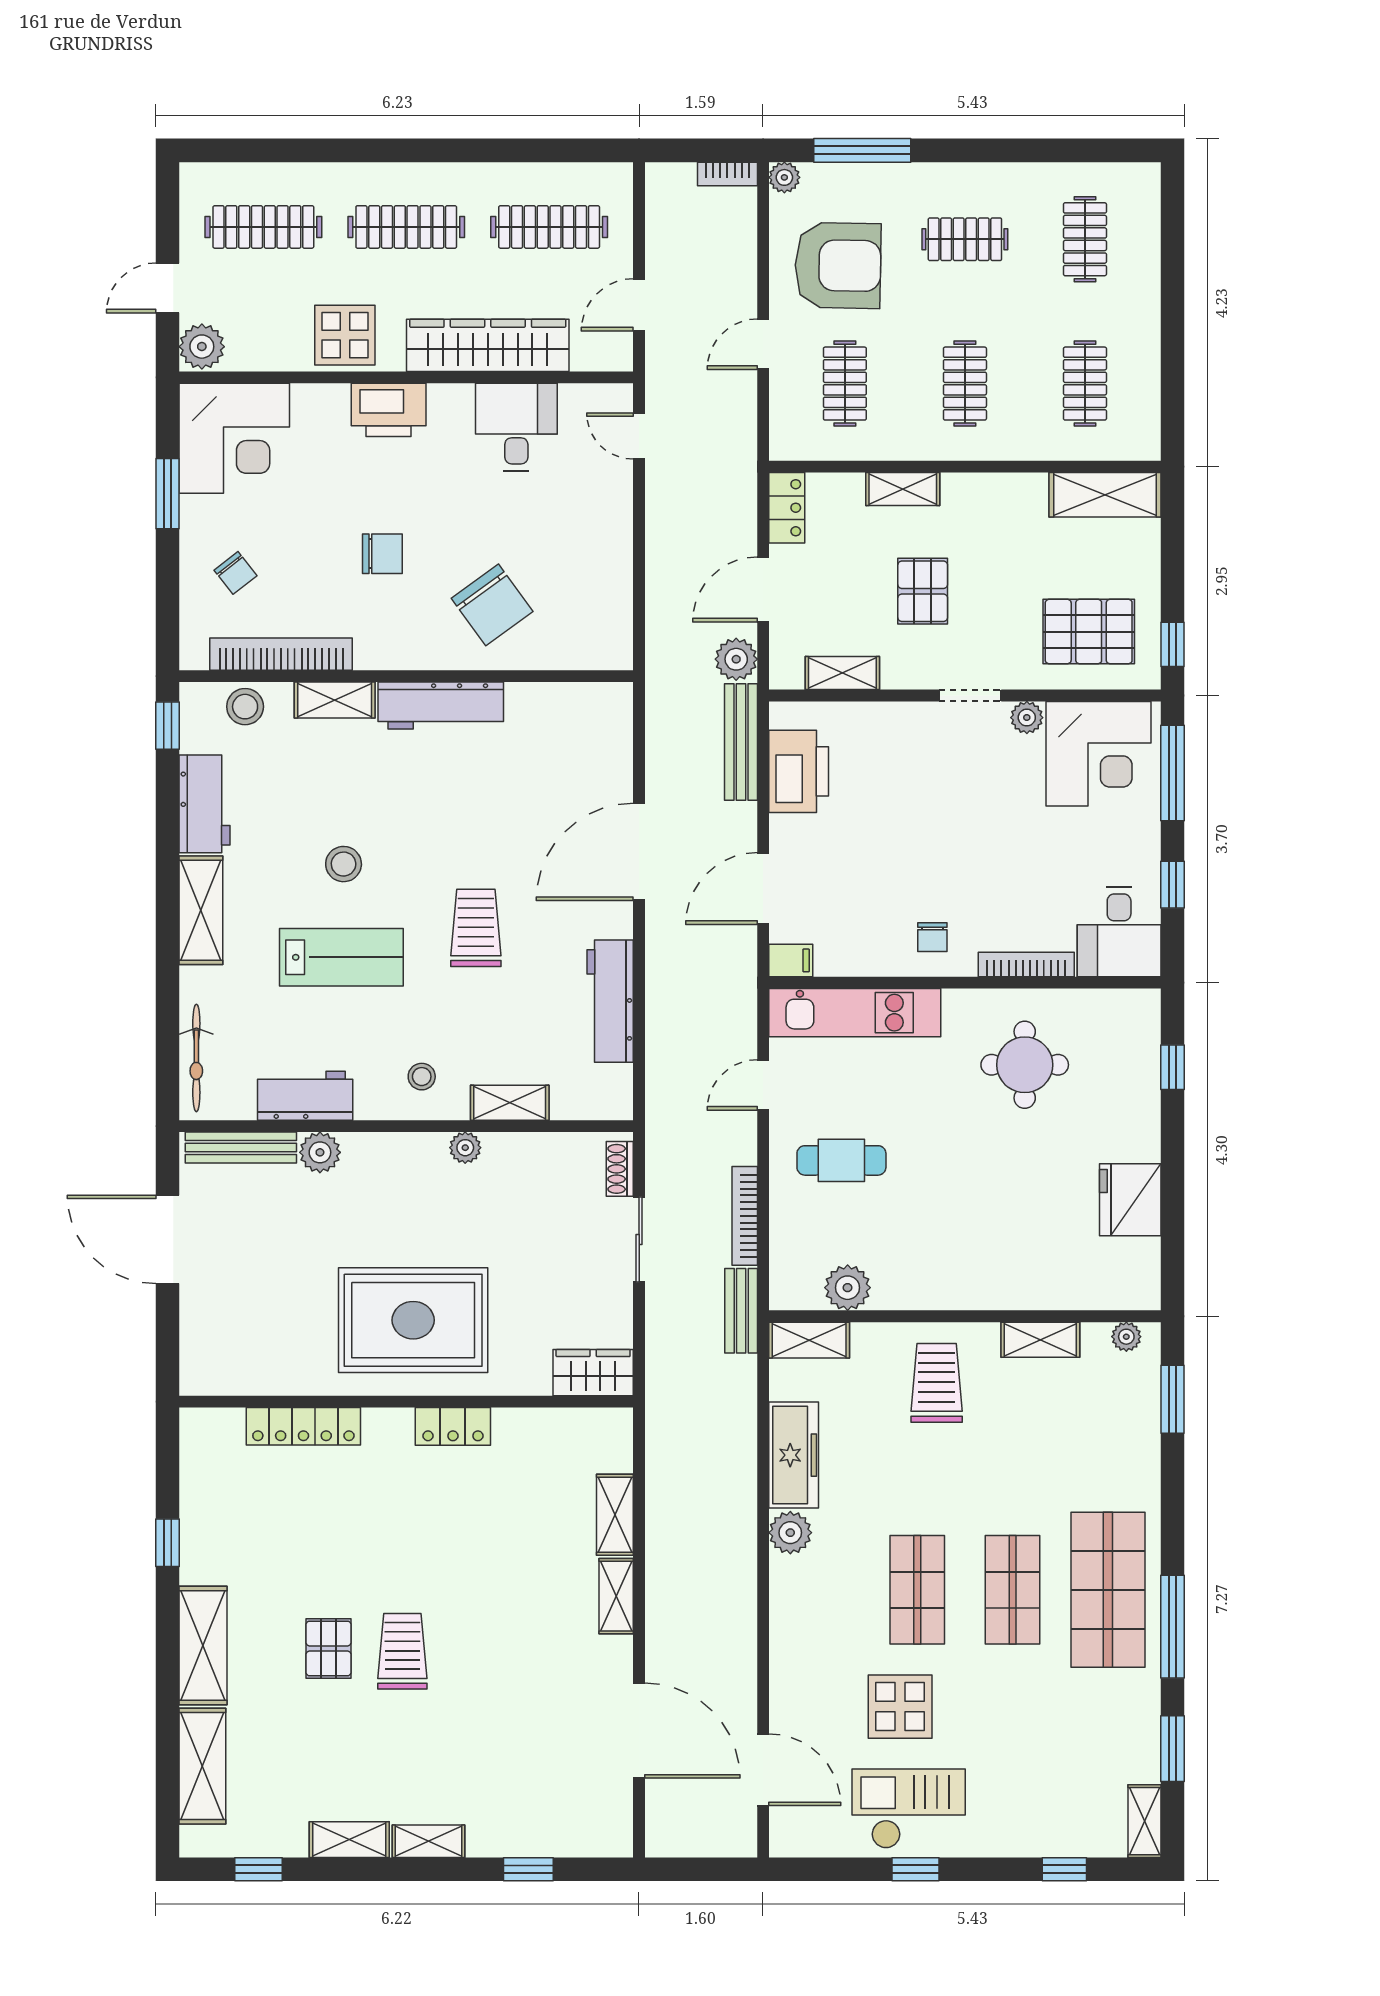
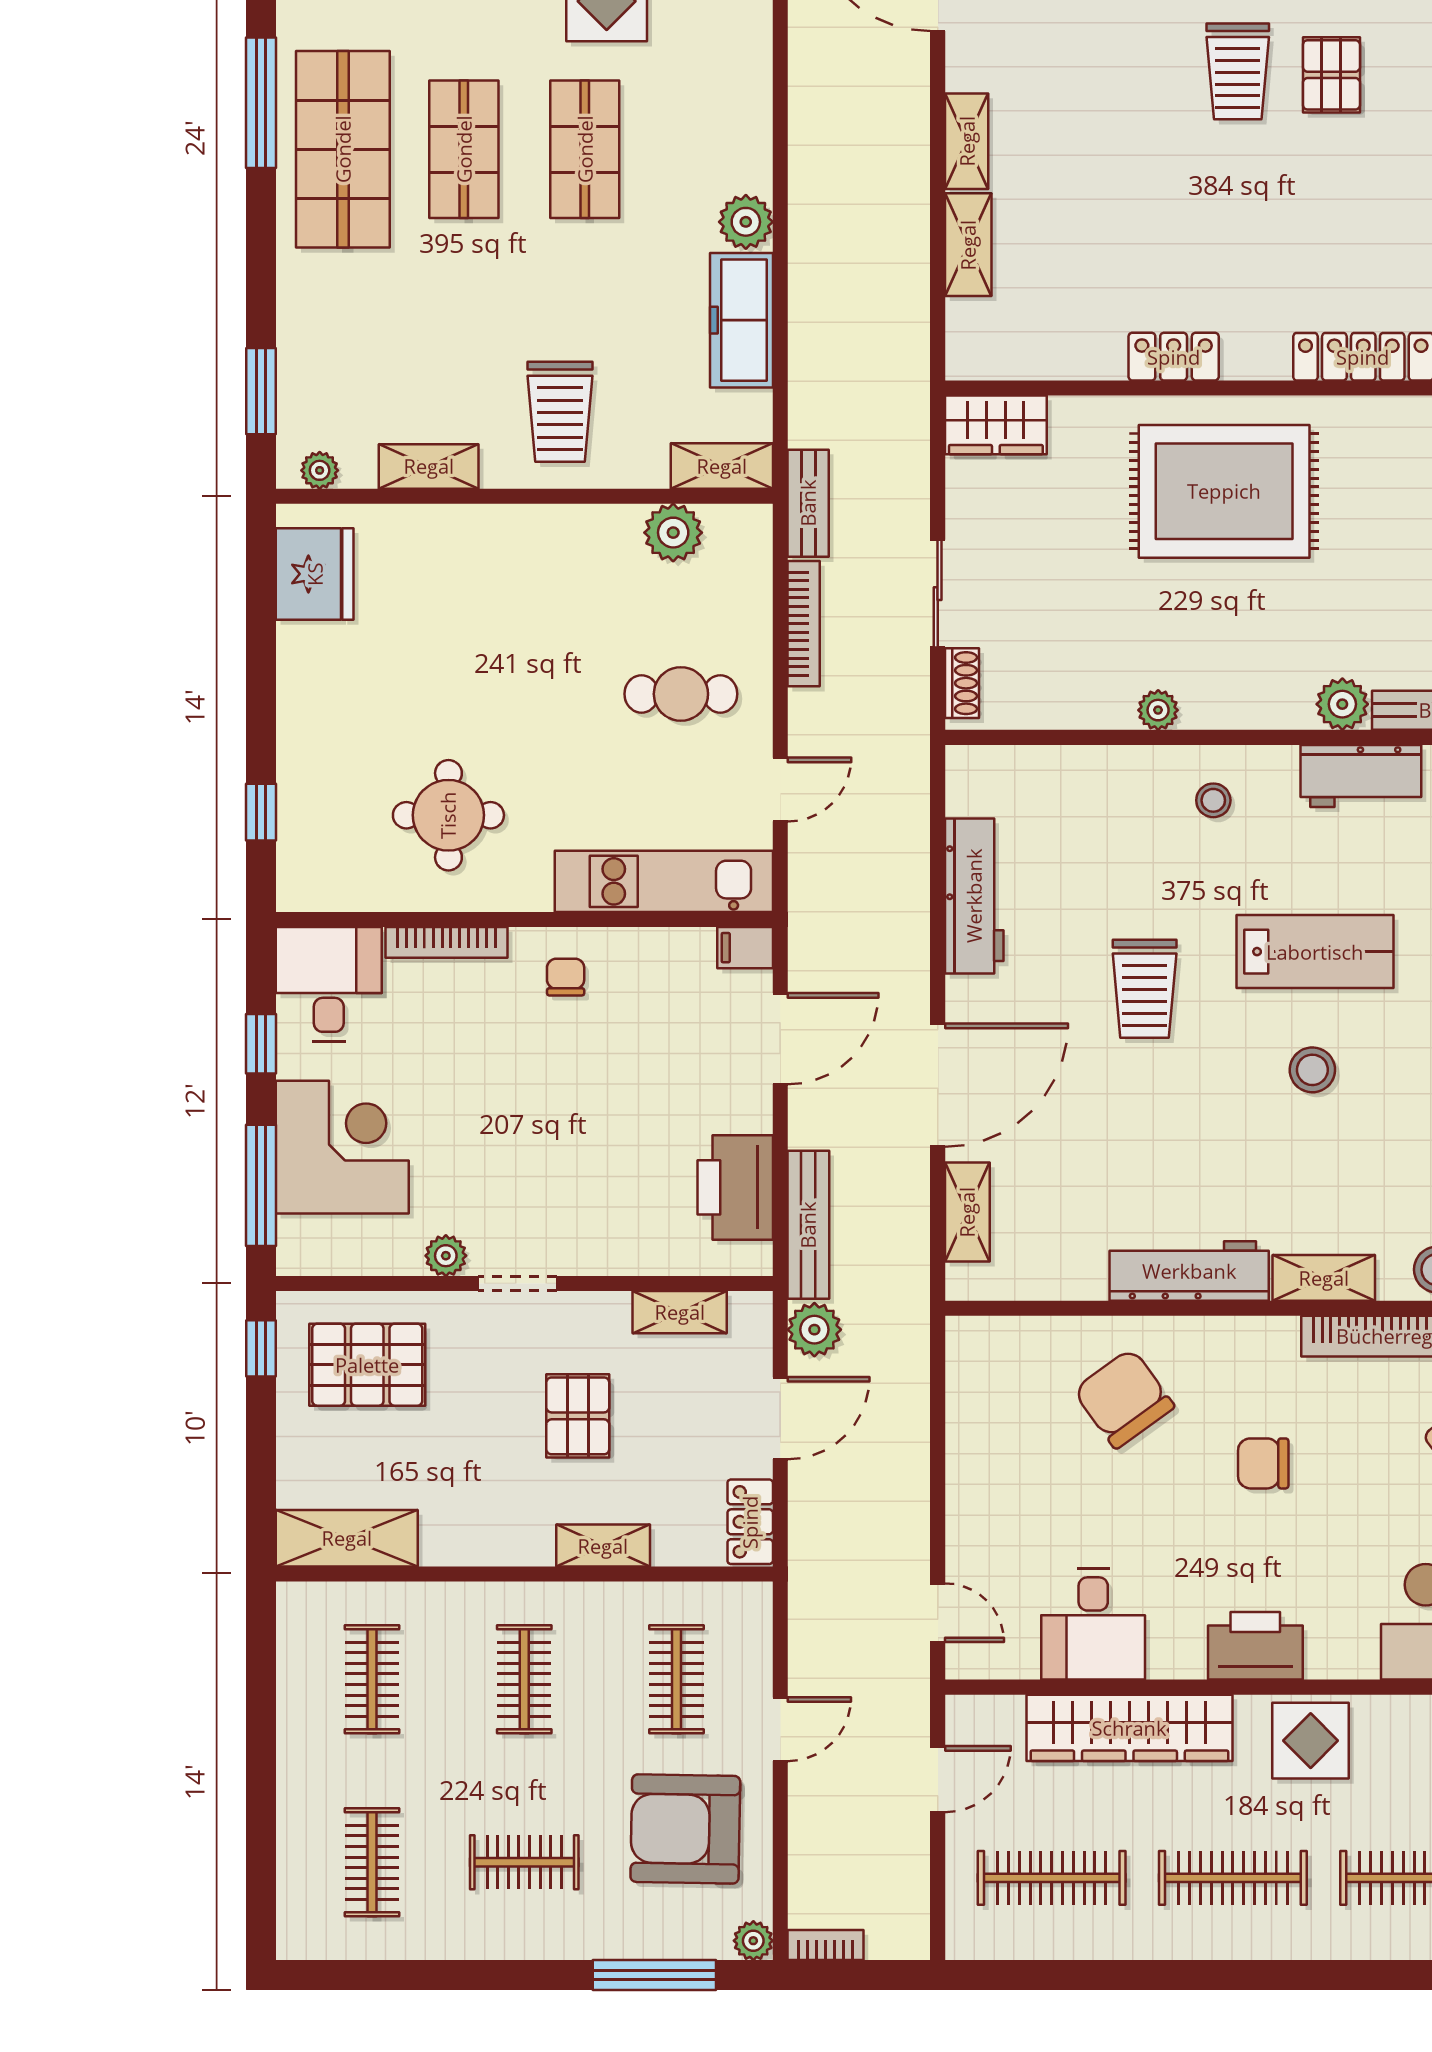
corner desk: (1098, 754) -> (342, 1147), moved, turned 90
lab bench: (341, 957) -> (1315, 952), turned 180
shelving: (510, 1103) -> (967, 1212), moved, turned 90
fridge: (1130, 1200) -> (315, 574), moved

